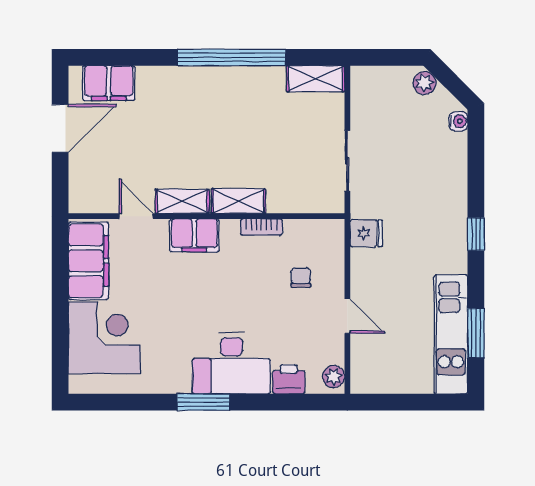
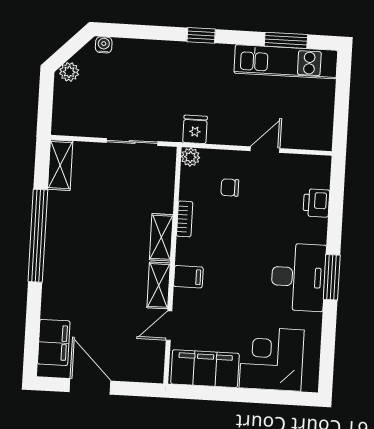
filing cabinet: (194, 235) -> (188, 277), width x0.50
desk: (232, 363) -> (298, 277), moved
plant: (334, 377) -> (190, 157), moved

